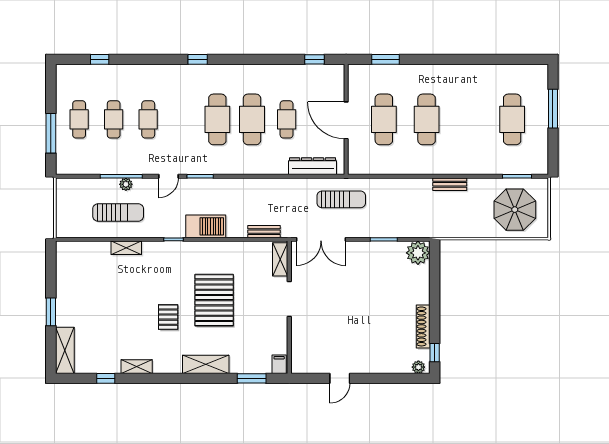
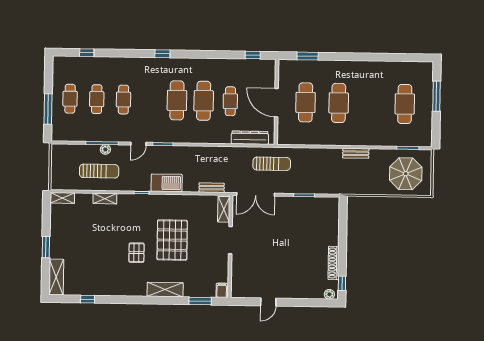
plant: (418, 253) -> (330, 206), removed
shelving: (137, 367) -> (62, 198), moved

